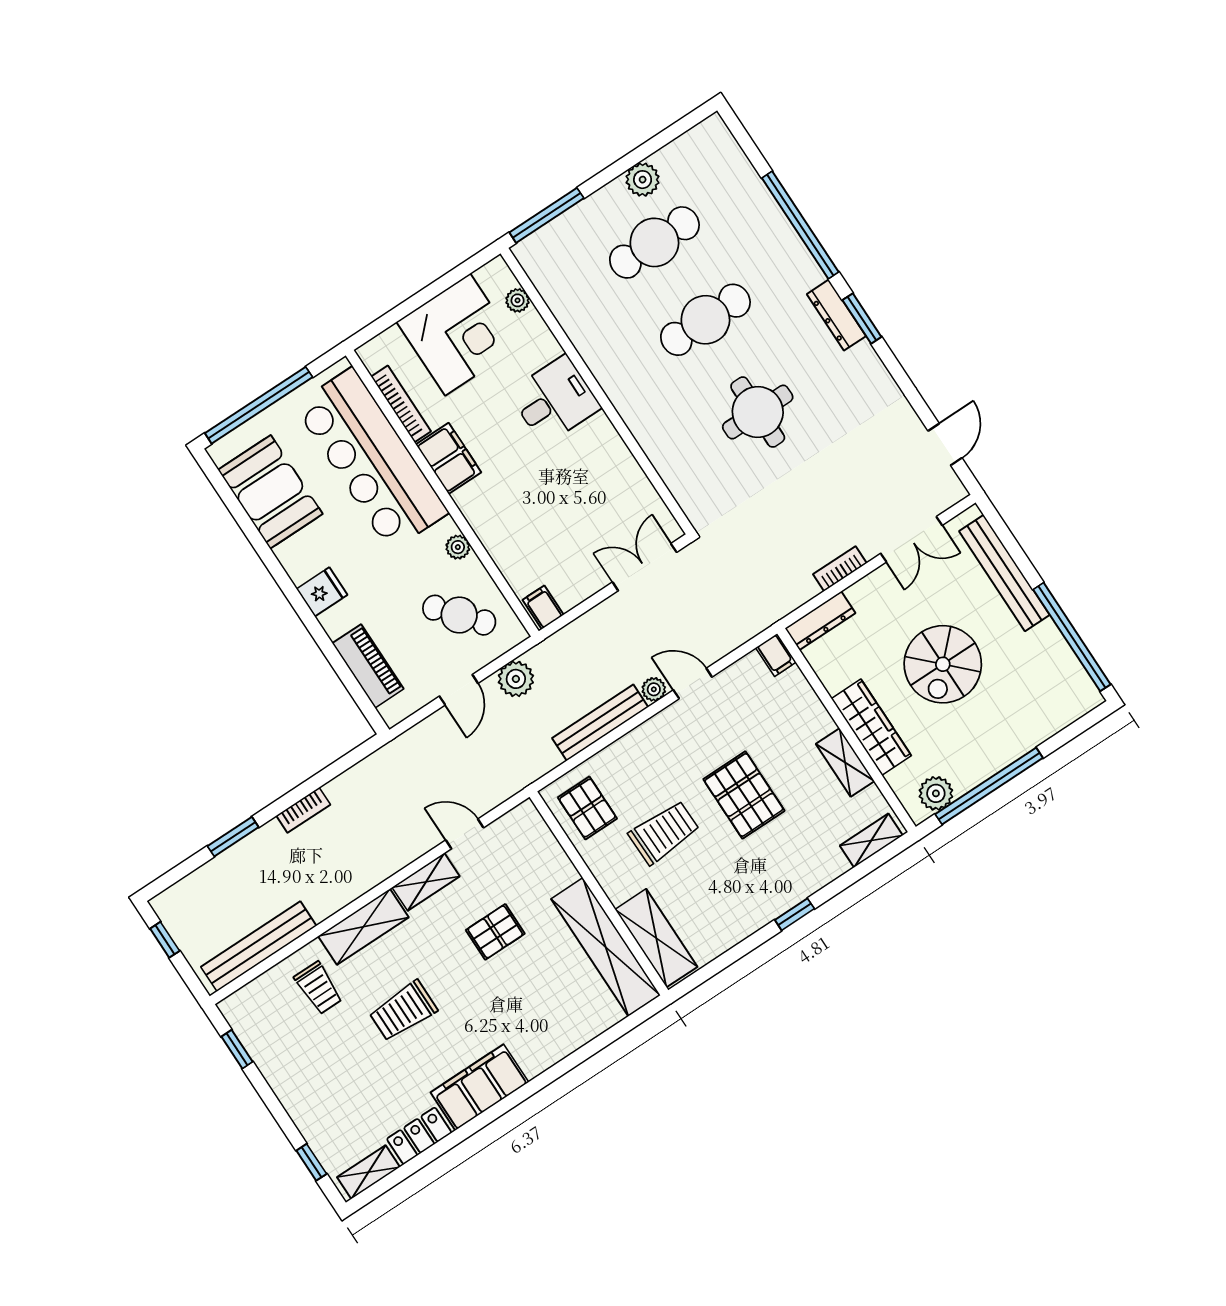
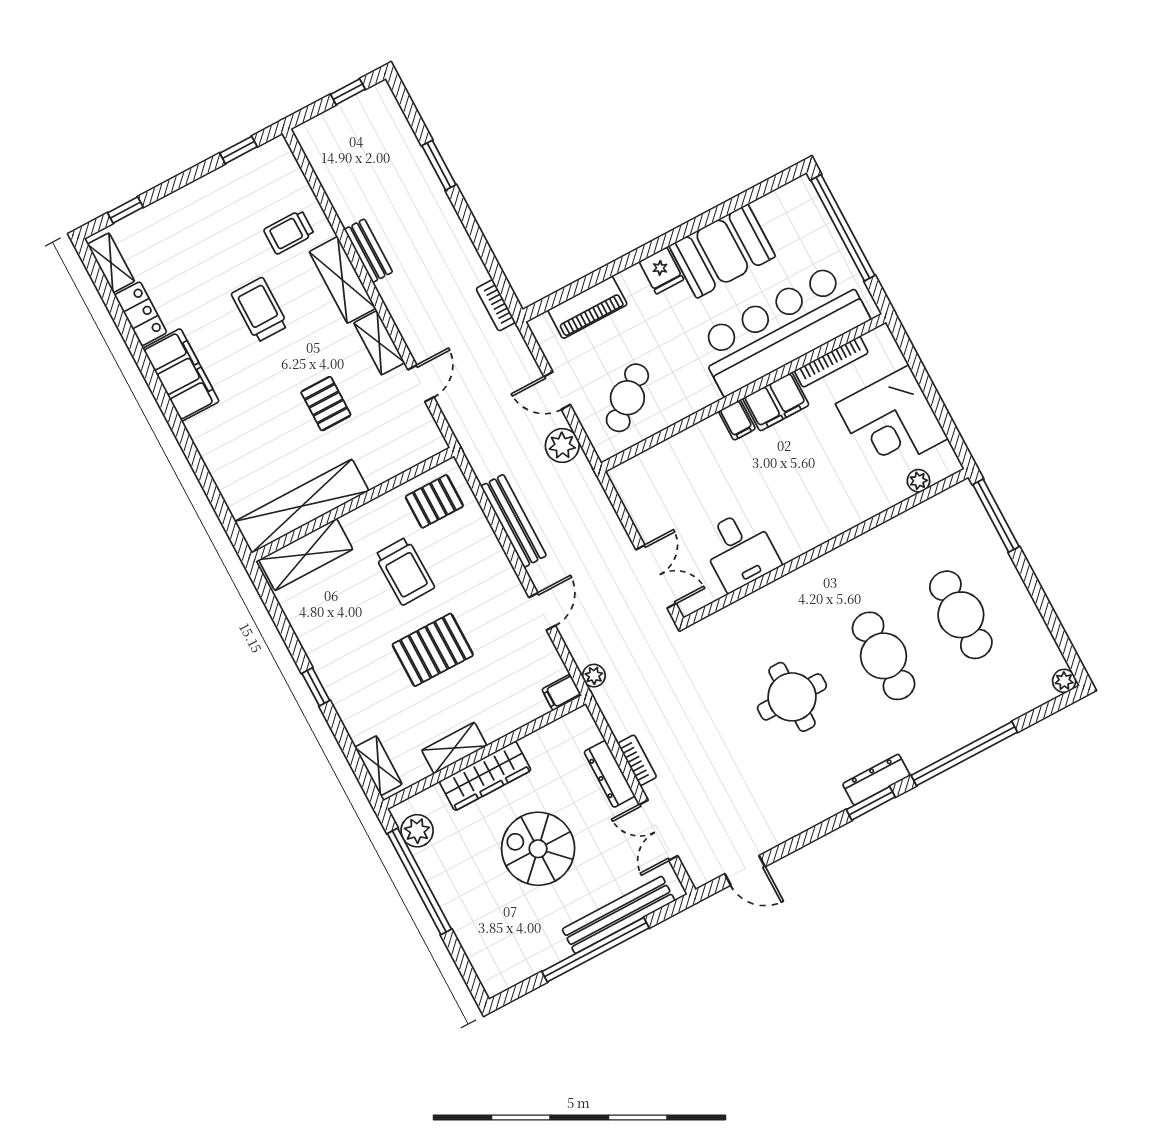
plant: (643, 180) -> (1064, 681), moved, width x0.73, depth x0.73
desk: (555, 400) -> (740, 550), moved
booth: (270, 492) -> (722, 251), moved
plant: (458, 547) -> (691, 403), removed
filing cabinet: (543, 607) -> (737, 420), moved, turned 90
dresser: (820, 621) -> (609, 774), moved
window: (1072, 637) -> (596, 950), moved
plant: (654, 689) -> (594, 676), moved
bookcase: (303, 810) -> (496, 305), moved
bench: (259, 946) -> (368, 251), moved, width x0.54, depth x0.82

